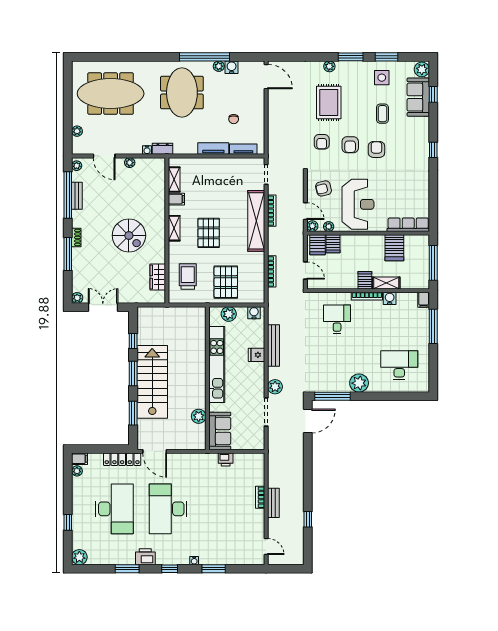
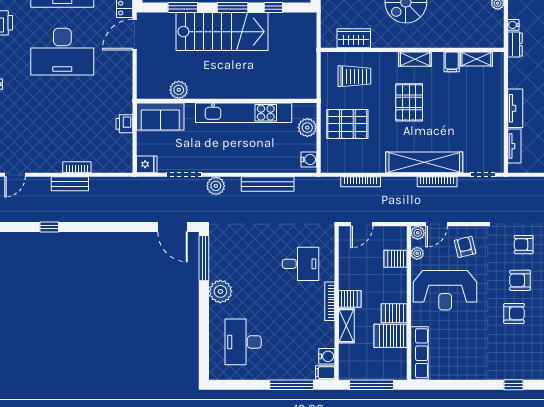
pallet: (209, 233) -> (409, 102), turned 90
server rack: (317, 245) -> (394, 313), moved
water cooler: (390, 298) -> (327, 356), moved
fridge: (257, 355) -> (147, 164), moved, turned 90
desk: (399, 365) -> (243, 342), turned 180
desk: (168, 509) -> (62, 52), turned 180

